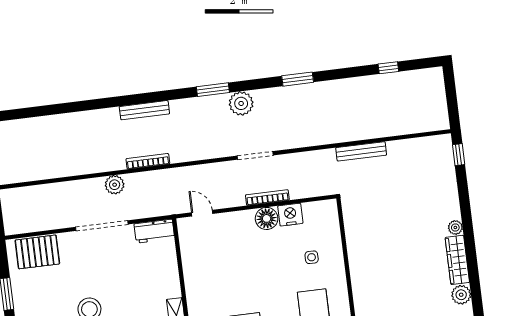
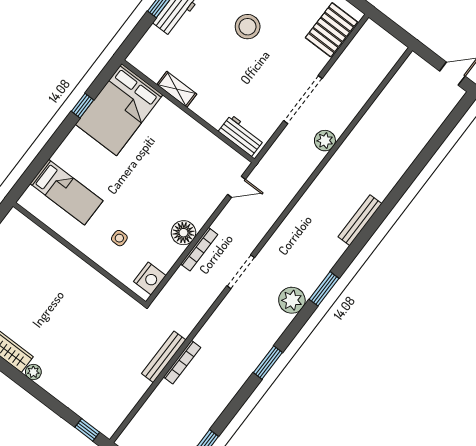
bookcase: (148, 161) -> (182, 362), moved
nightstand: (290, 215) -> (150, 279), moved
workbench: (154, 231) -> (241, 135), moved, turned 90

